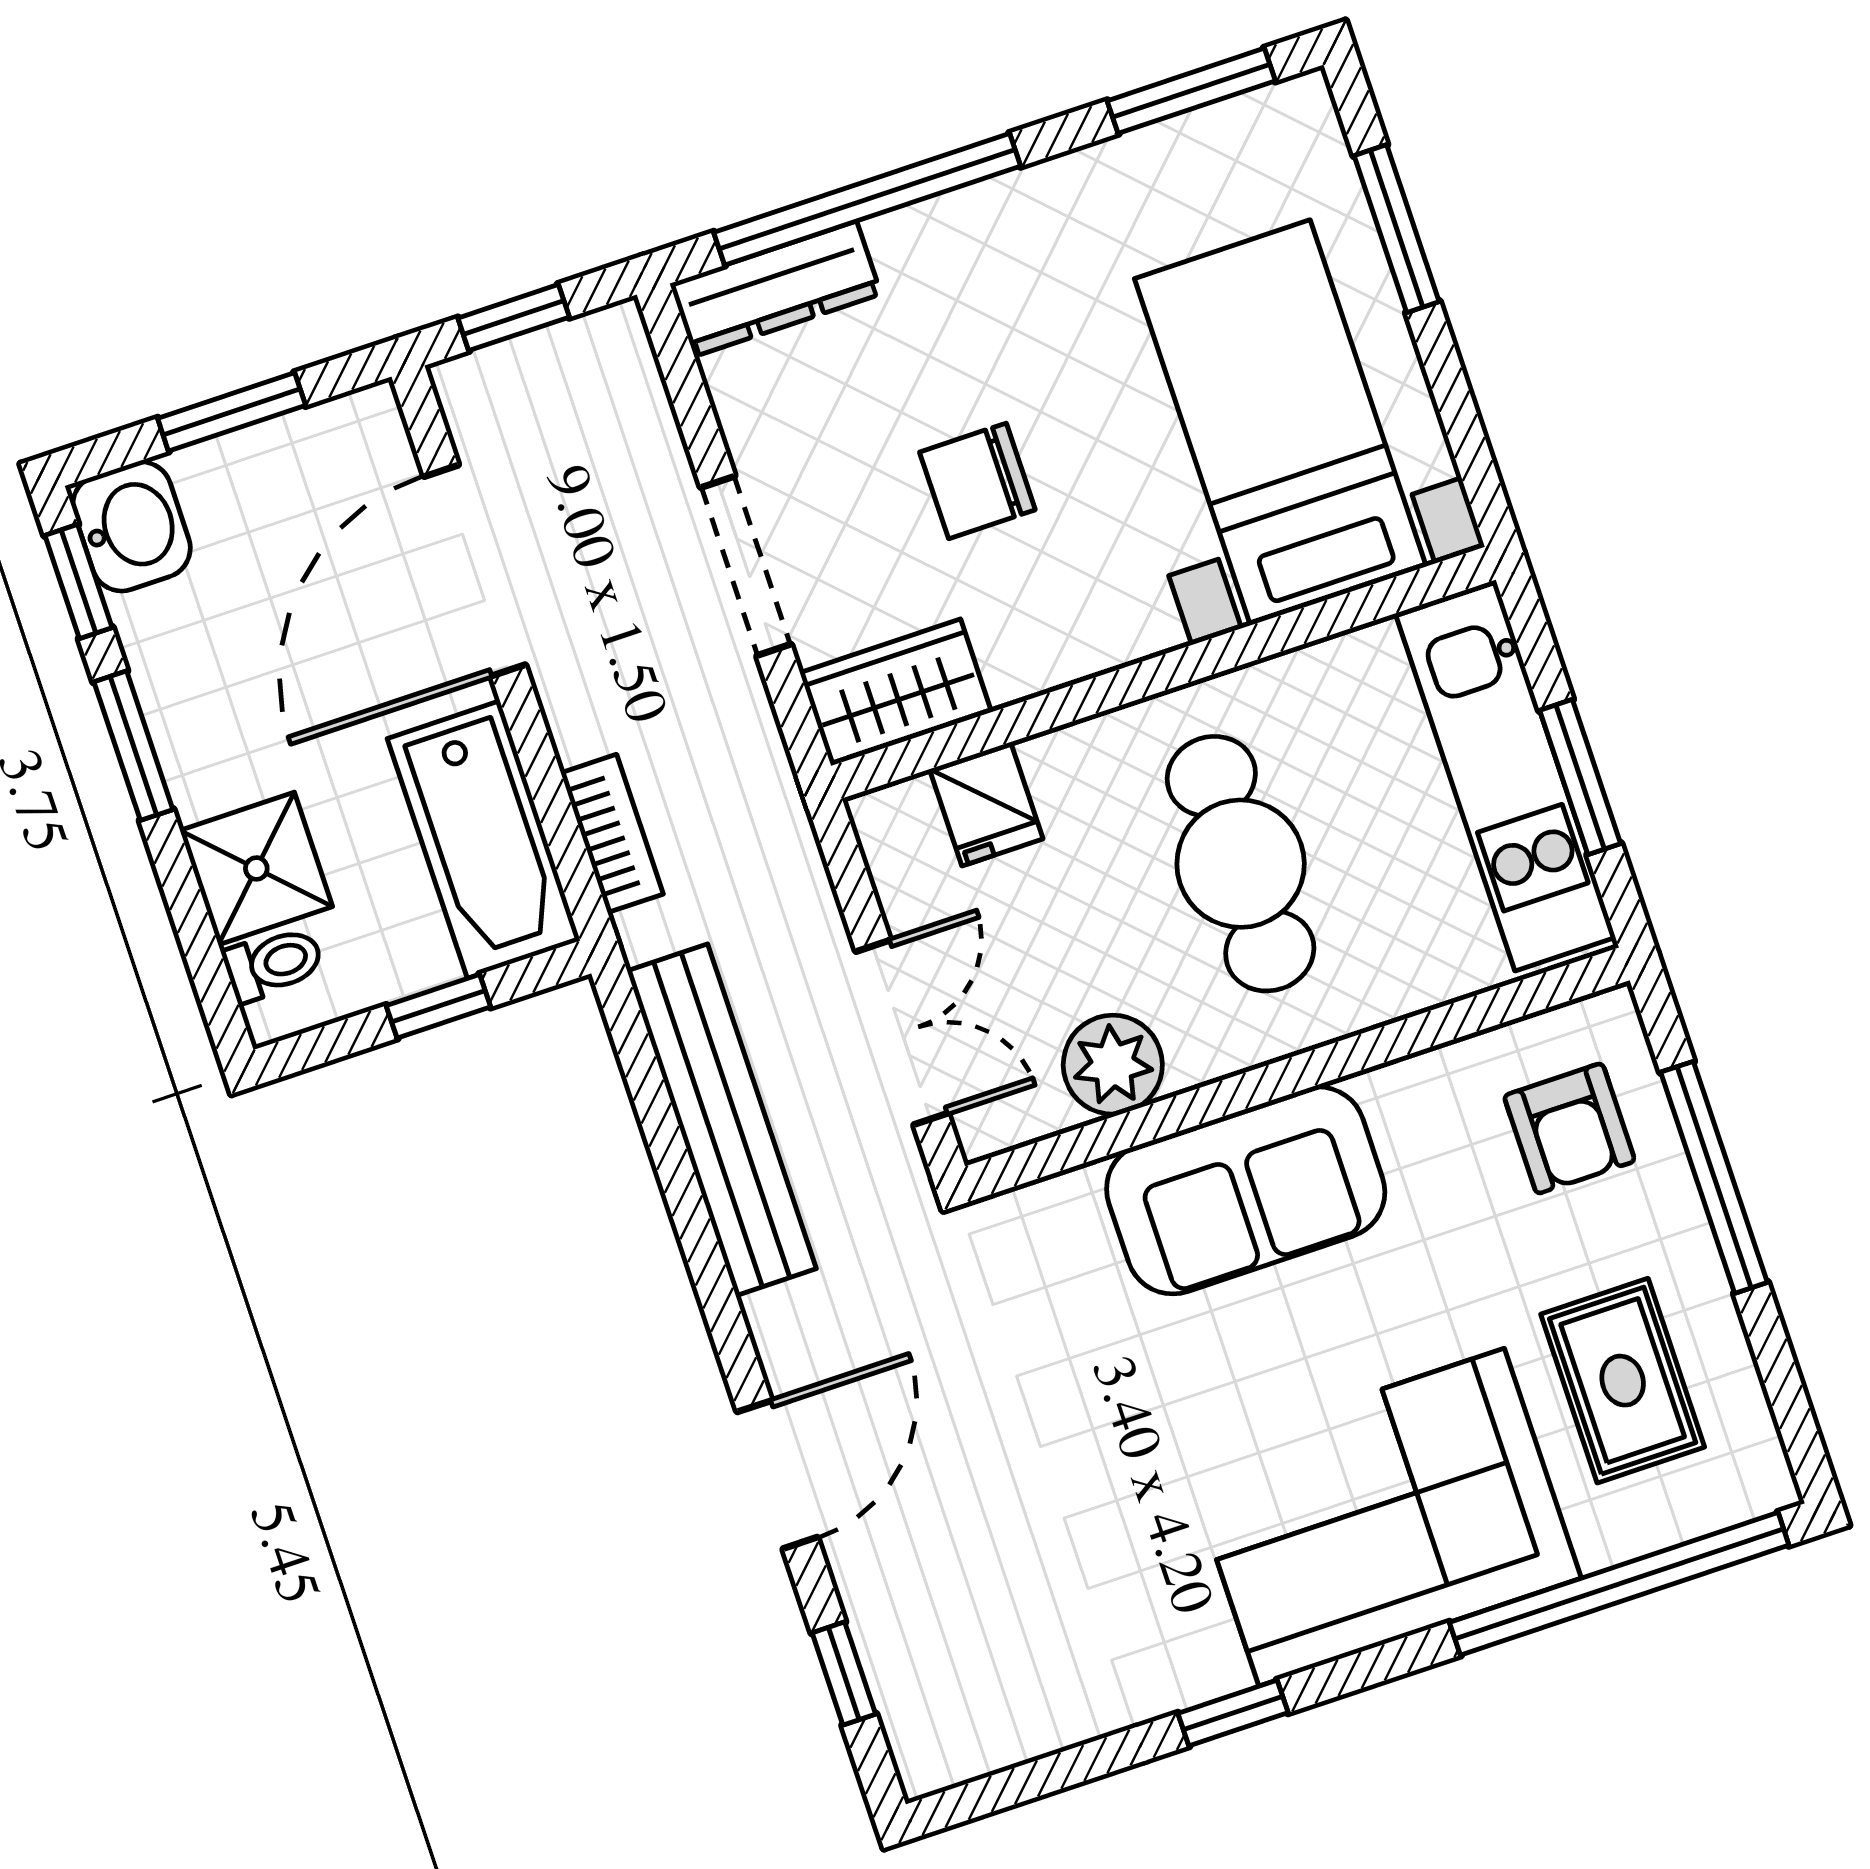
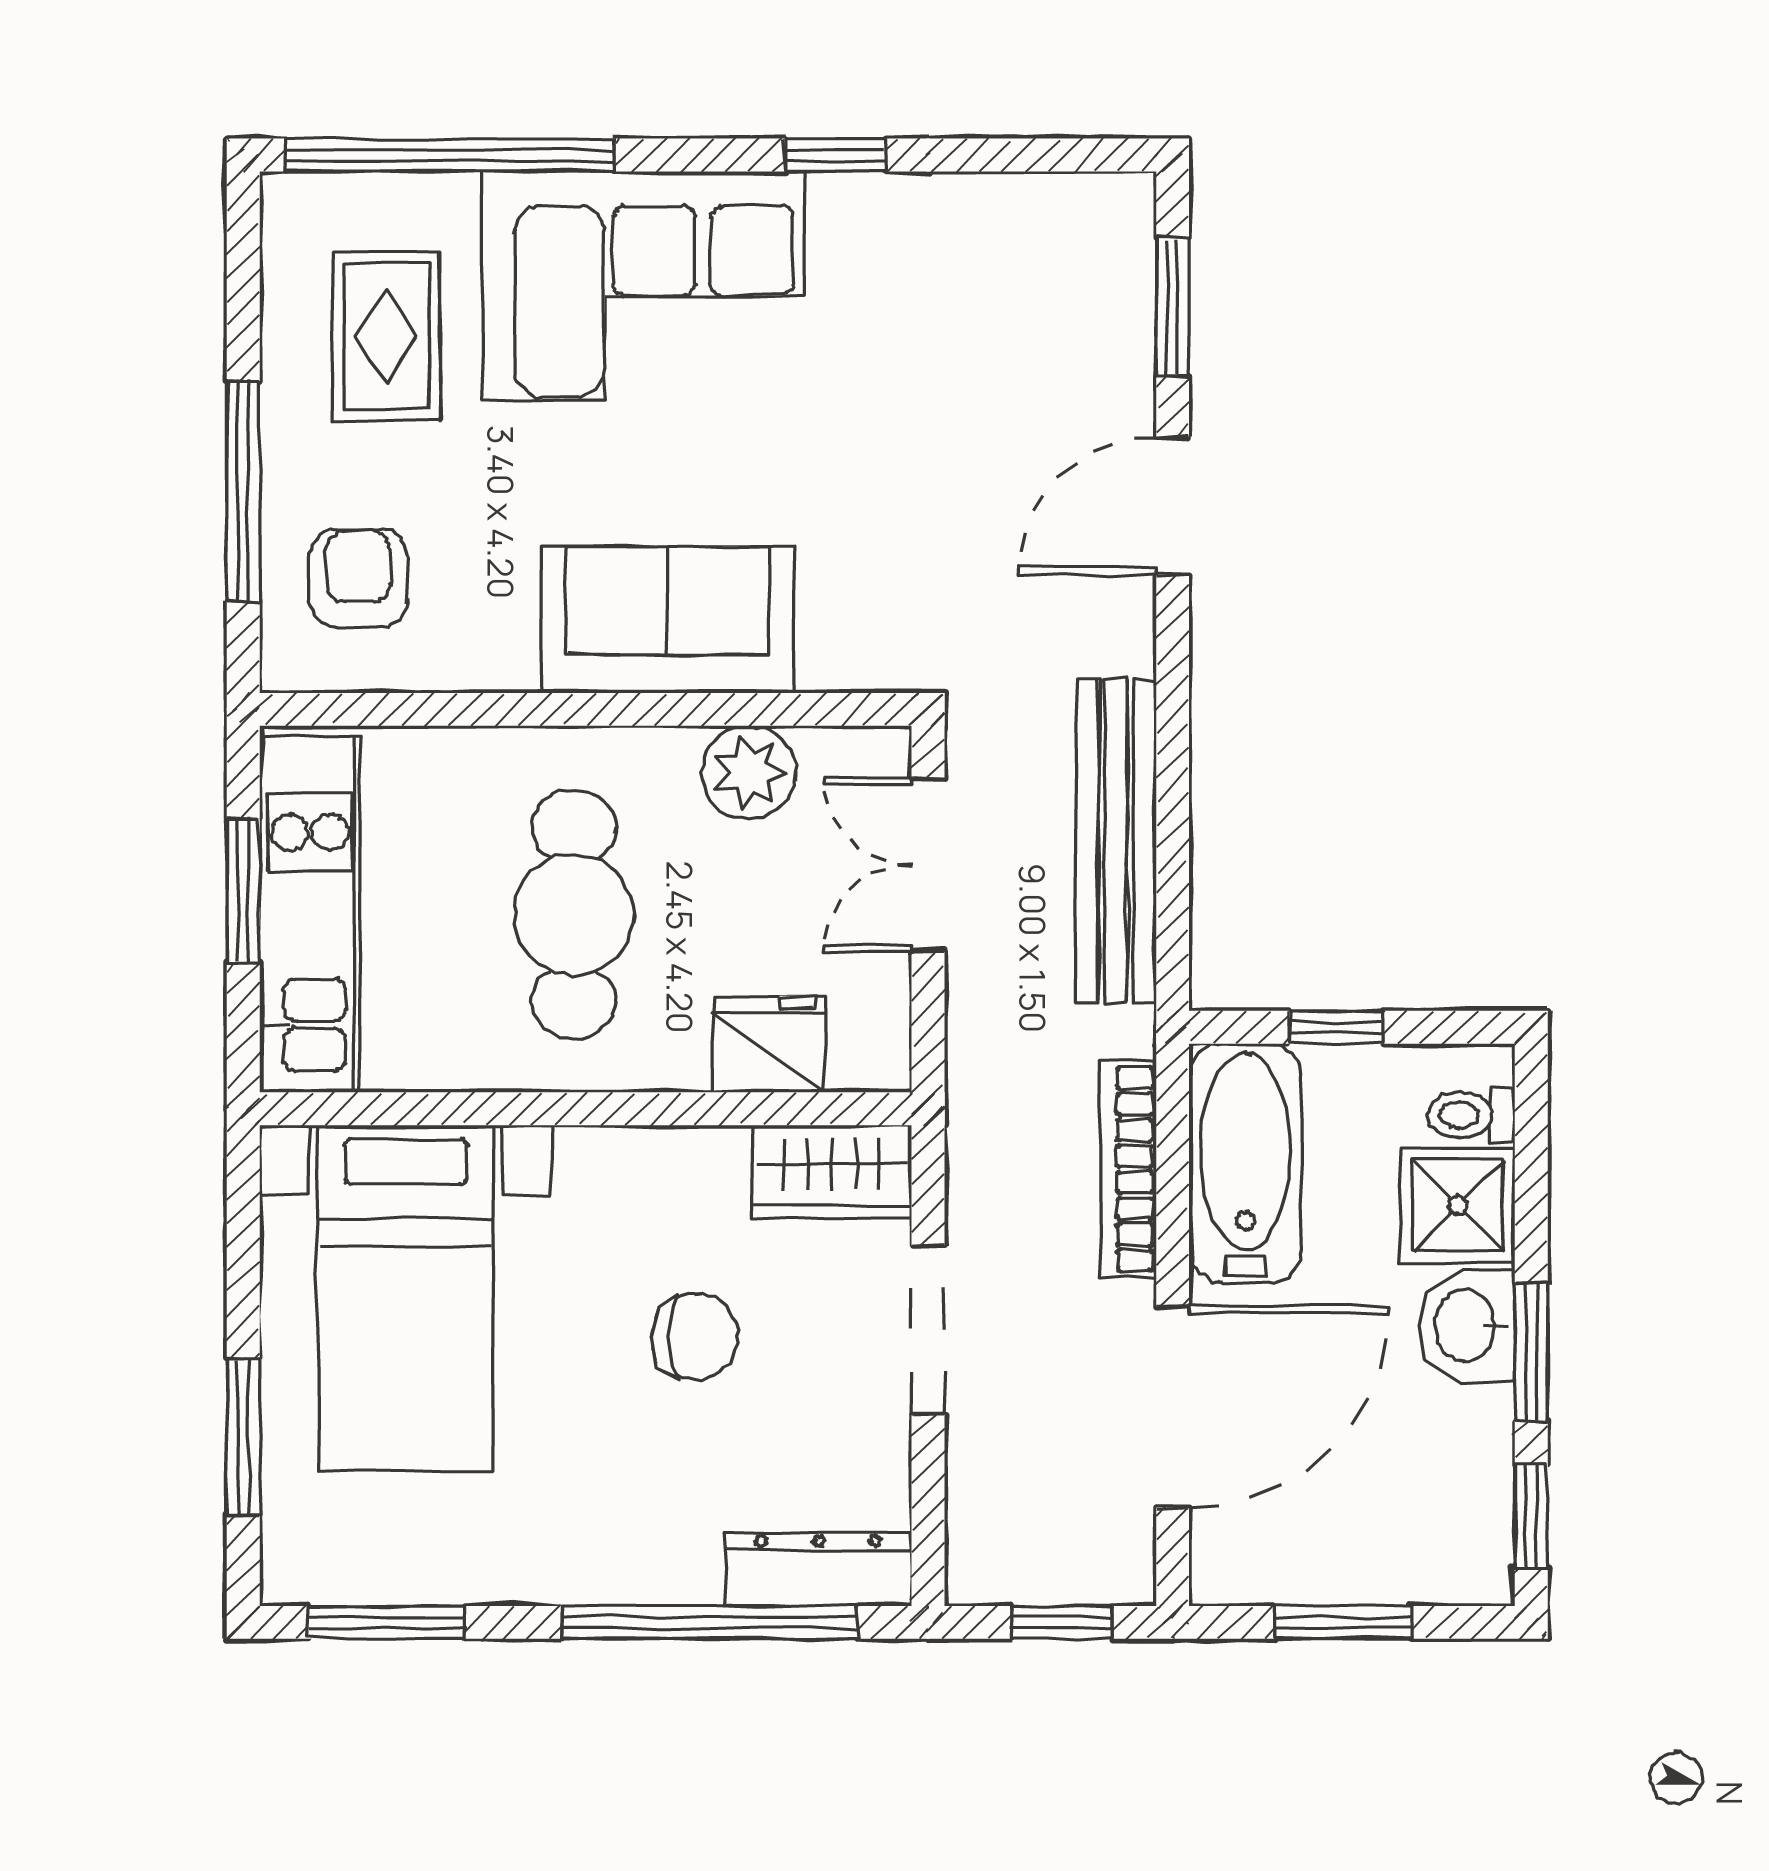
washbasin: (132, 526) -> (1467, 1325), moved
fridge: (986, 804) -> (768, 1044), width x1.38
bookcase: (612, 833) -> (1128, 1169), width x1.56
window: (844, 1673) -> (1173, 307), width x1.50

